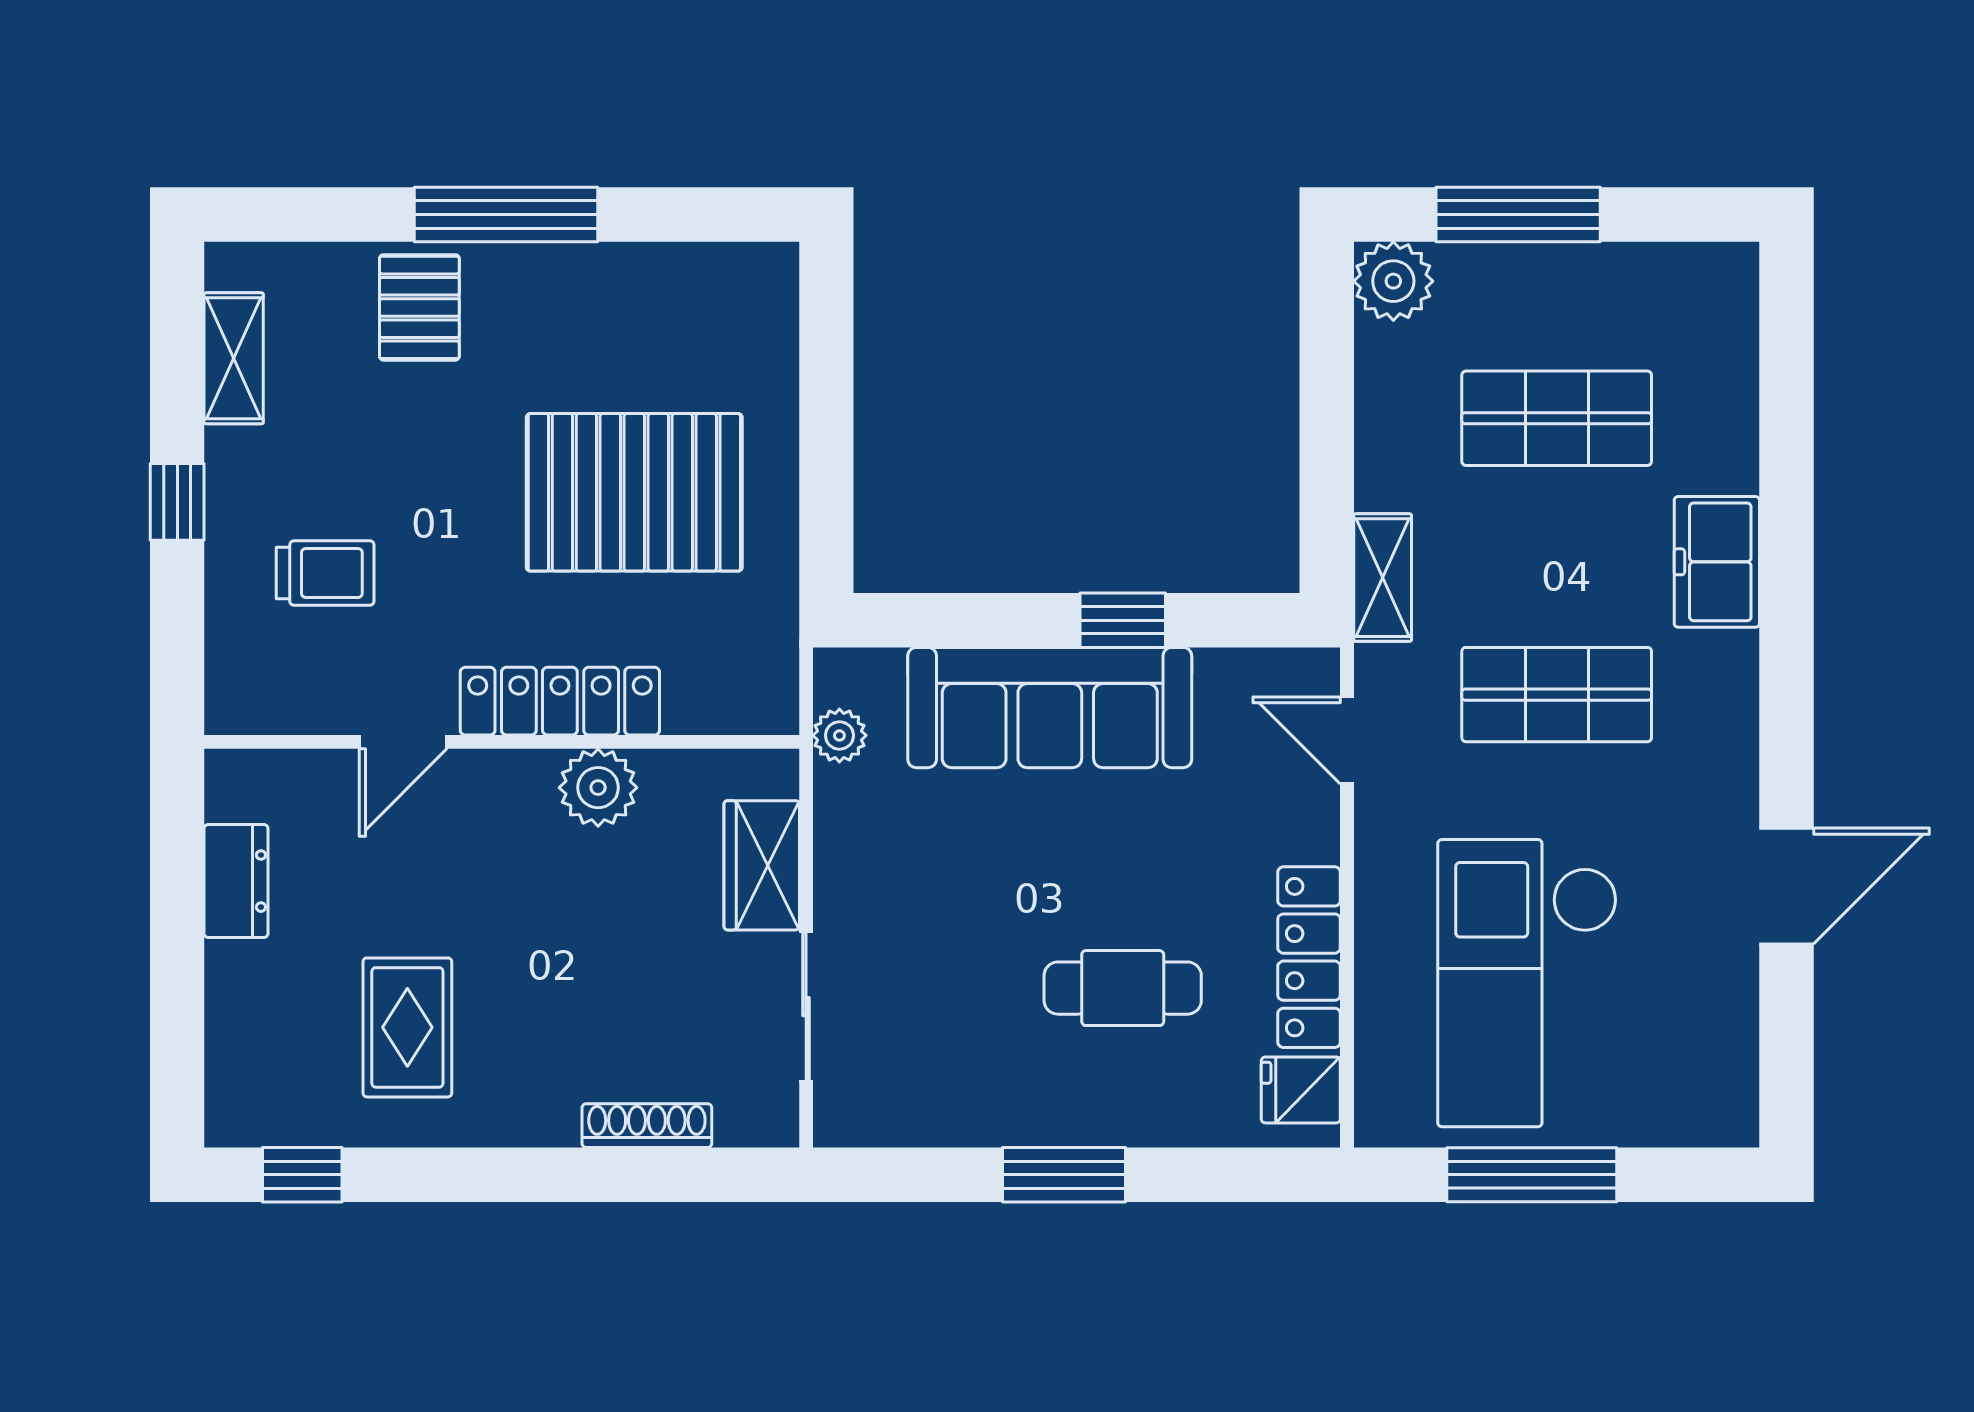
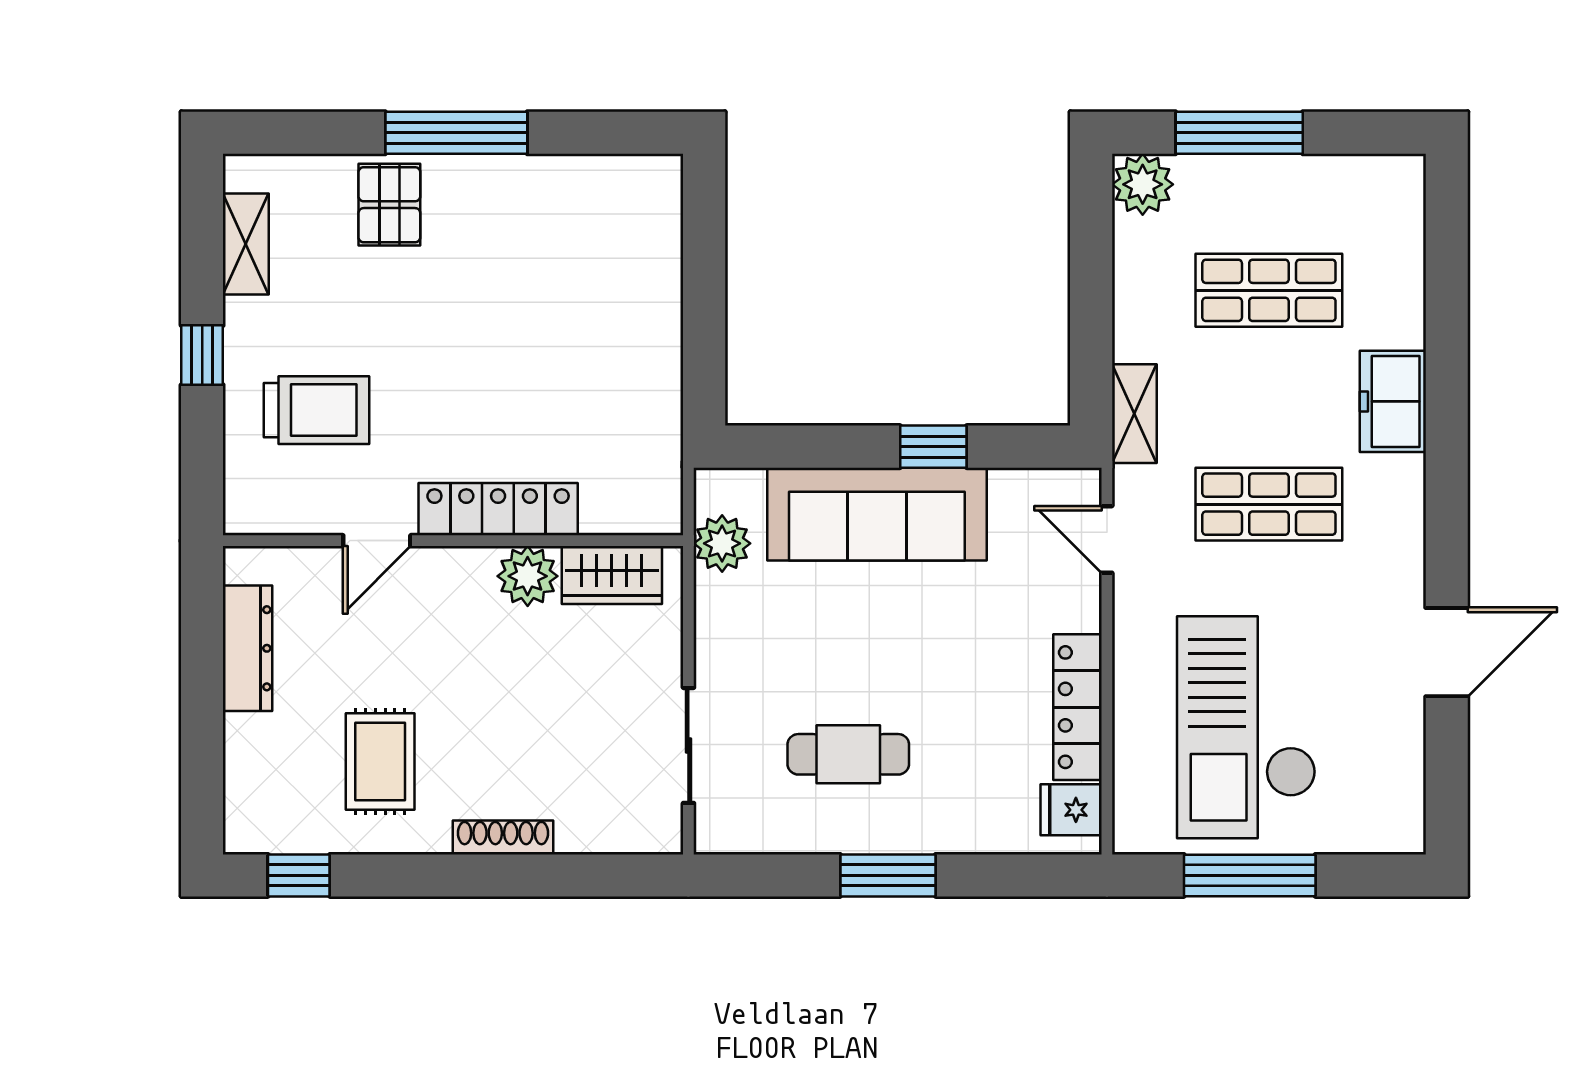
pallet: (634, 492) -> (556, 348), removed
trolley: (325, 573) -> (316, 410), width x1.36, depth x1.39
plant: (839, 735) -> (722, 543), width x1.38, depth x1.38
wardrobe: (762, 865) -> (612, 575), moved, turned -90
dresser: (236, 881) -> (248, 648), width x1.44
cafe table: (1123, 988) -> (848, 754), moved
shoe rack: (647, 1126) -> (503, 837), moved

